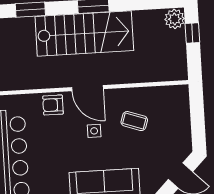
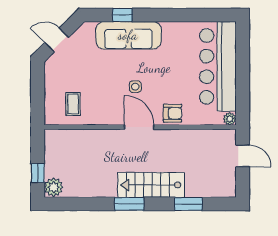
stairs: (84, 33) -> (151, 185), width x0.73, depth x0.66
coffee table: (134, 121) -> (73, 104), moved, turned 71

